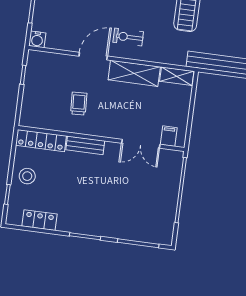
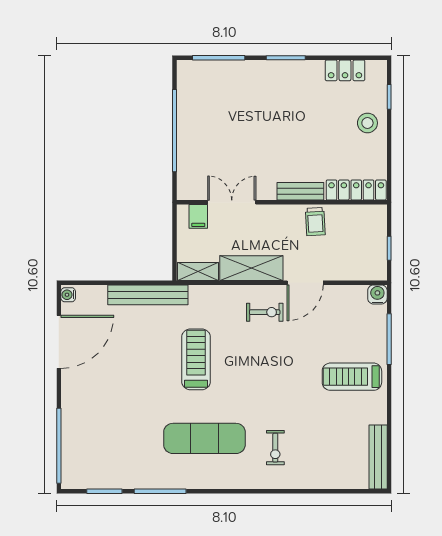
filing cabinet: (169, 136) -> (198, 216), moved
wall: (101, 139) -> (282, 202), moved
locker: (41, 141) -> (356, 190), moved
double door: (141, 144) -> (232, 202), moved
bench: (85, 145) -> (300, 191), moved

